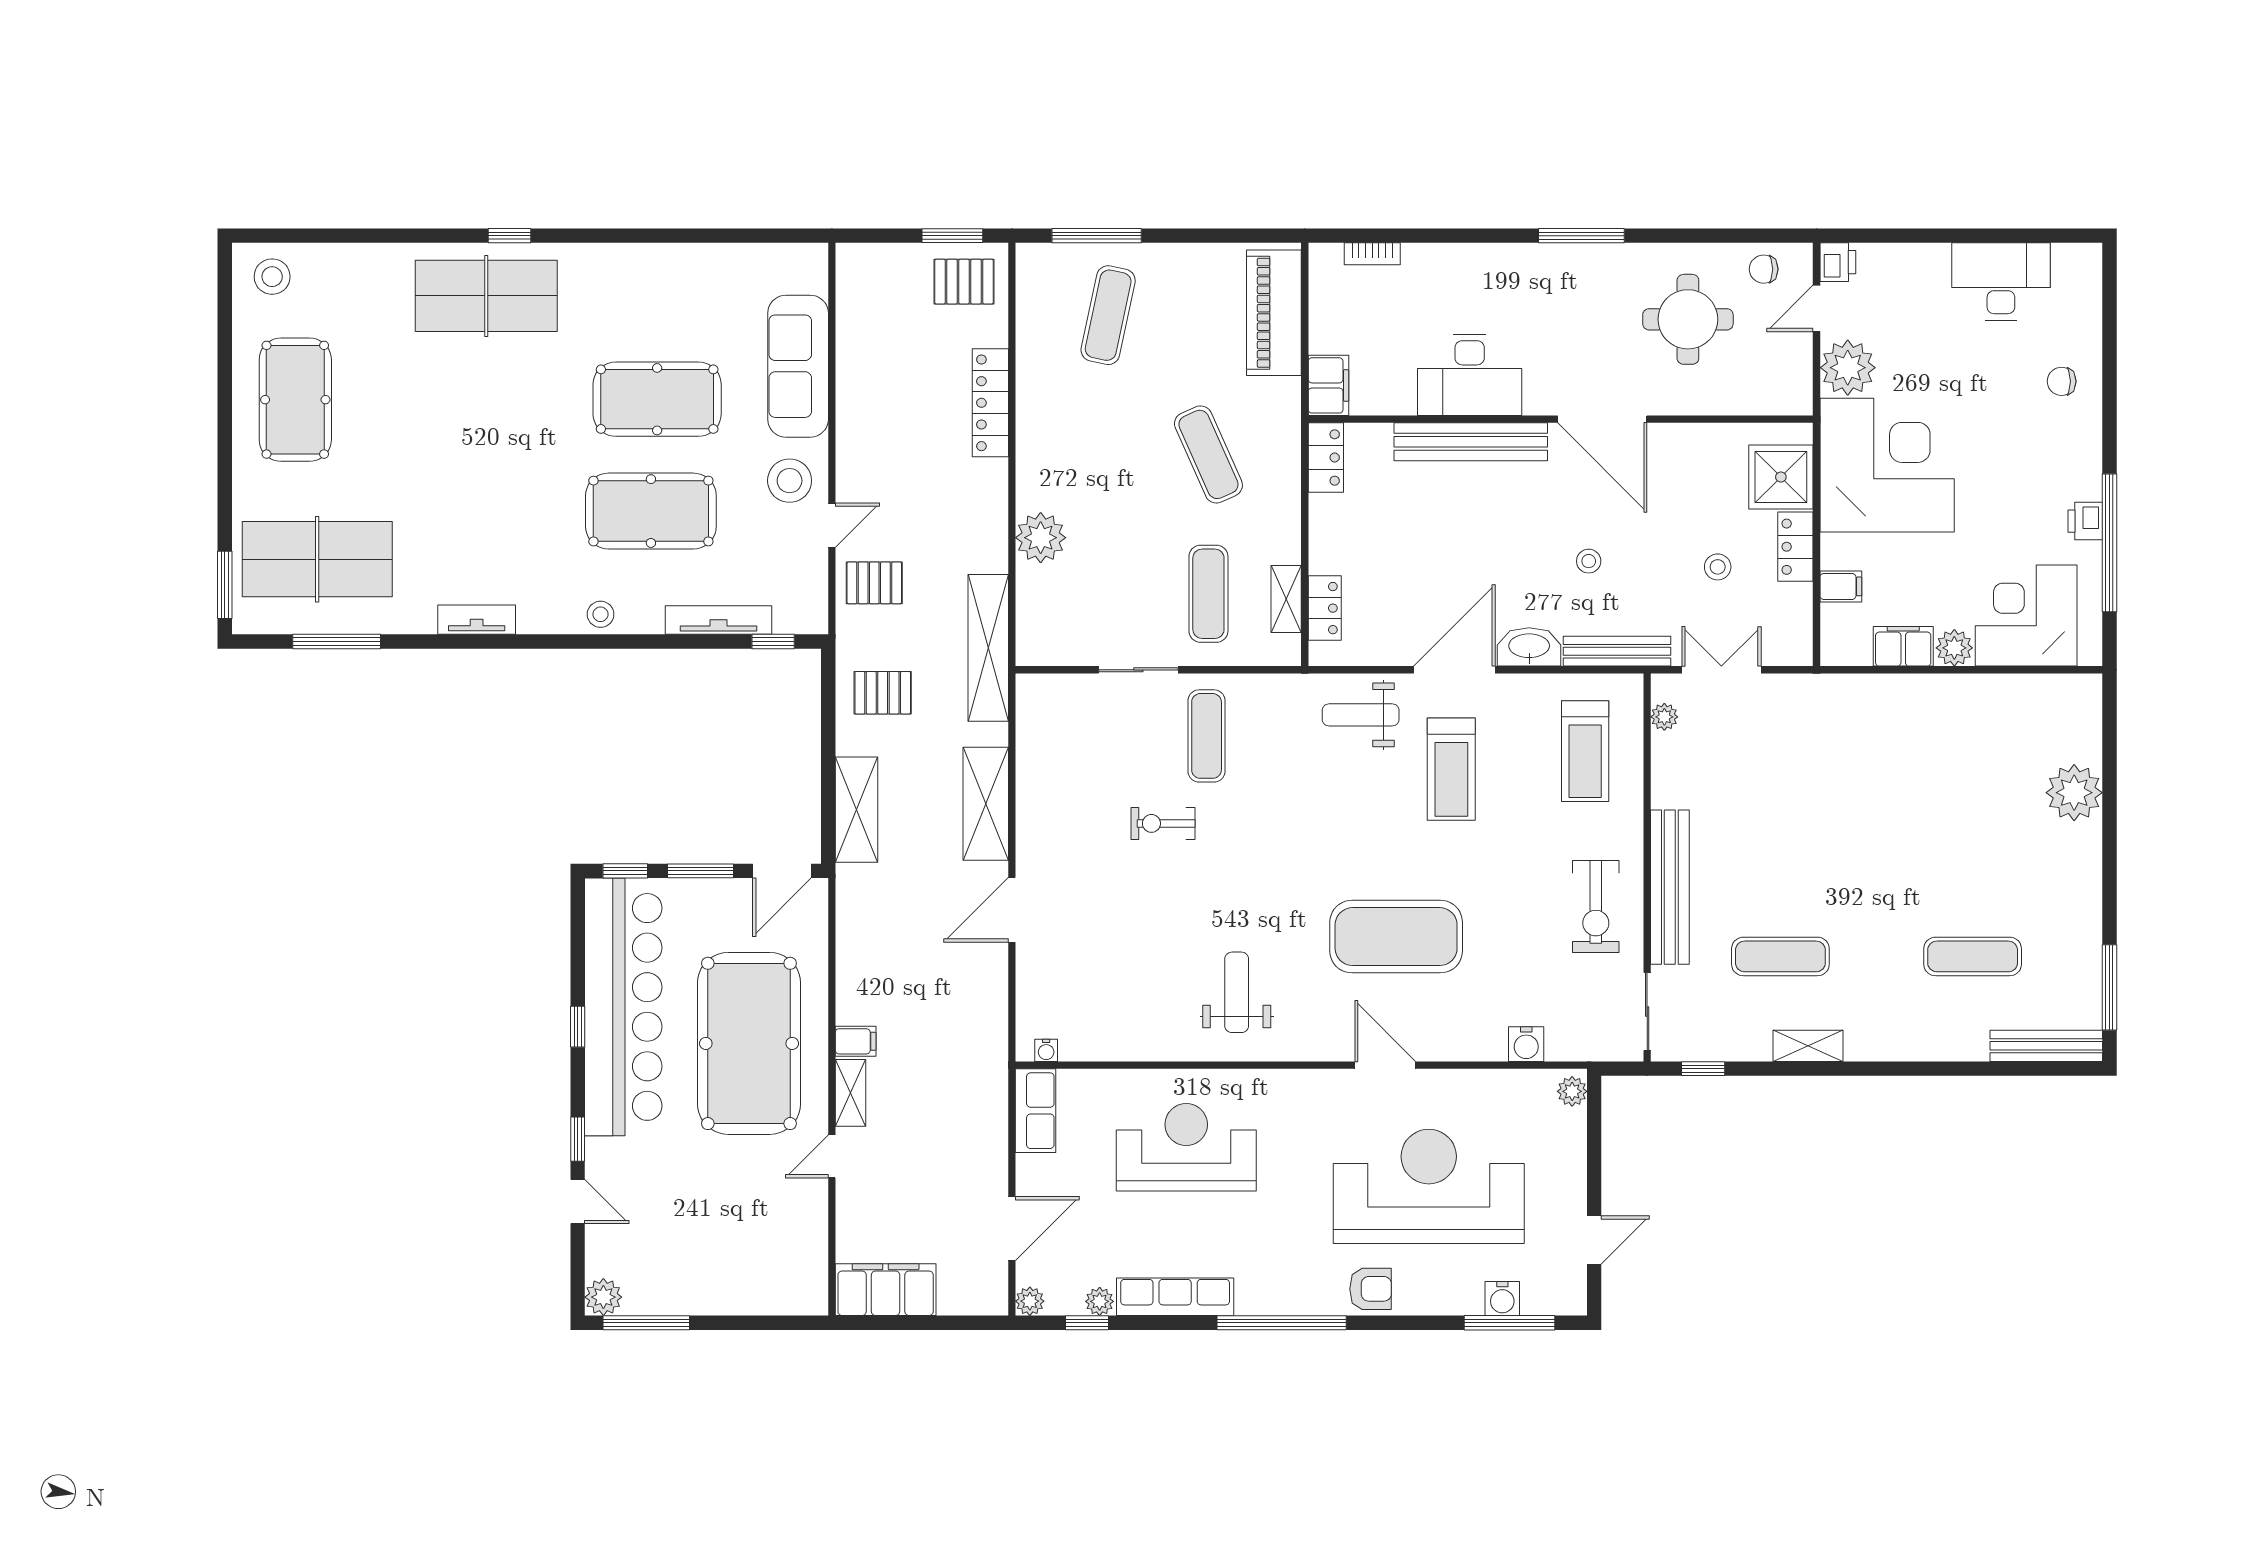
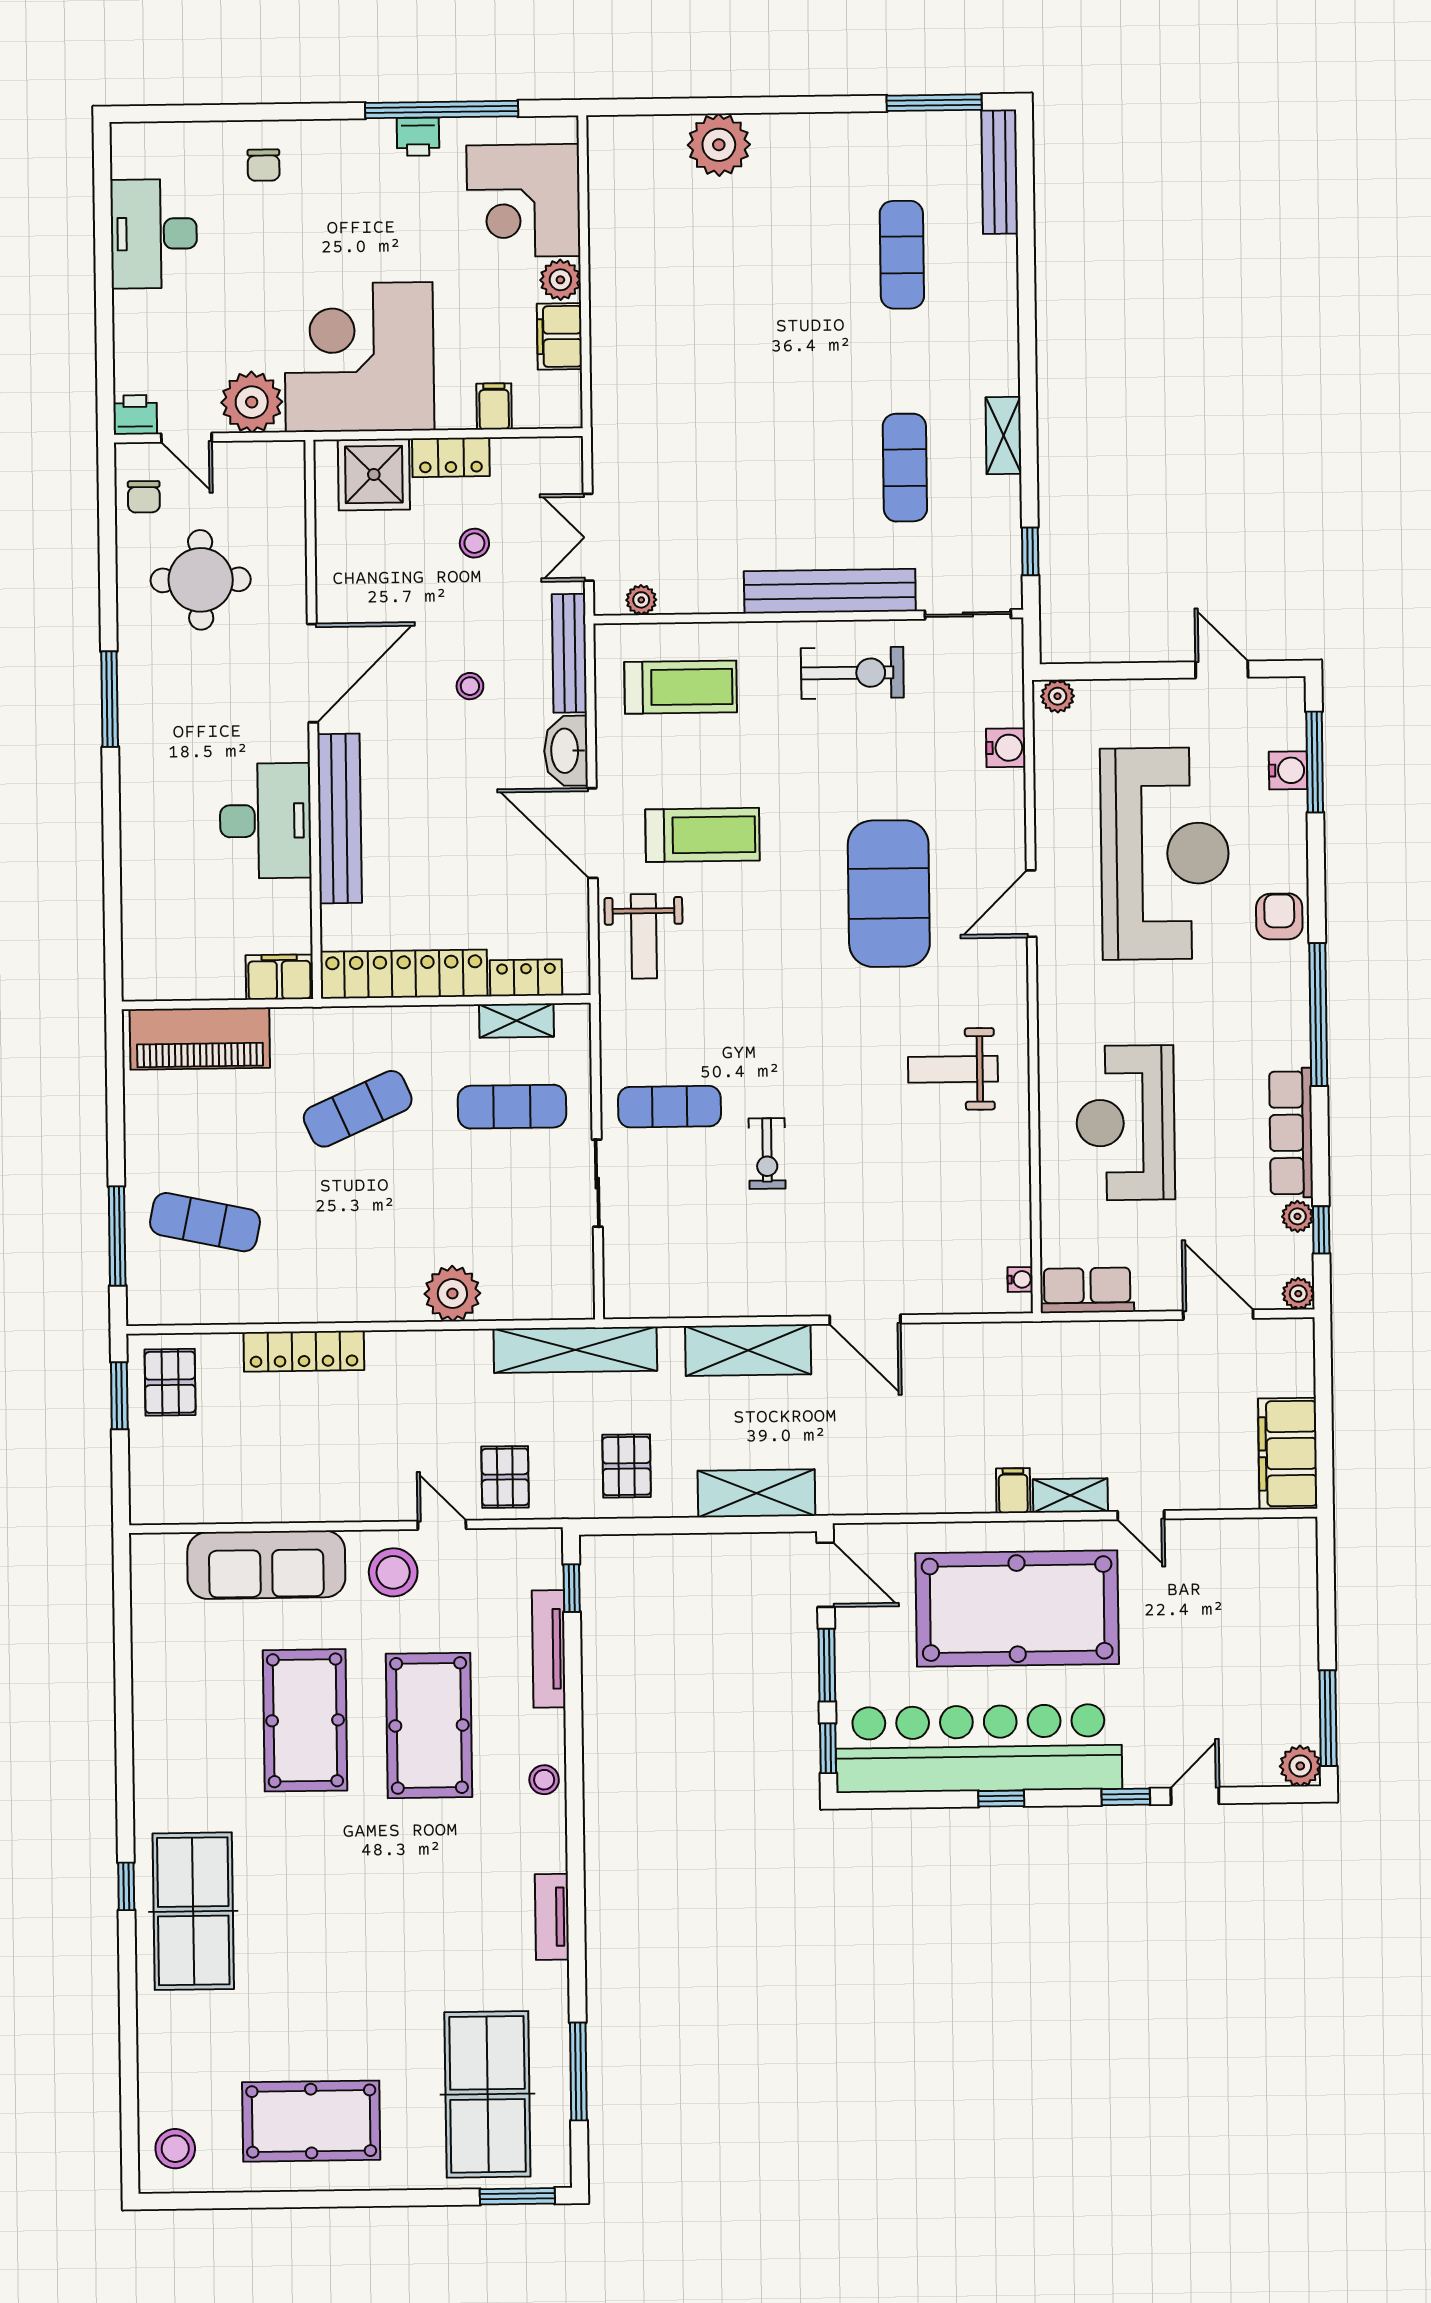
bookcase: (1372, 254) -> (133, 930), removed
locker: (1326, 457) -> (404, 974), width x2.16, depth x1.21
reception desk: (1429, 1186) -> (1165, 854), turned 180

